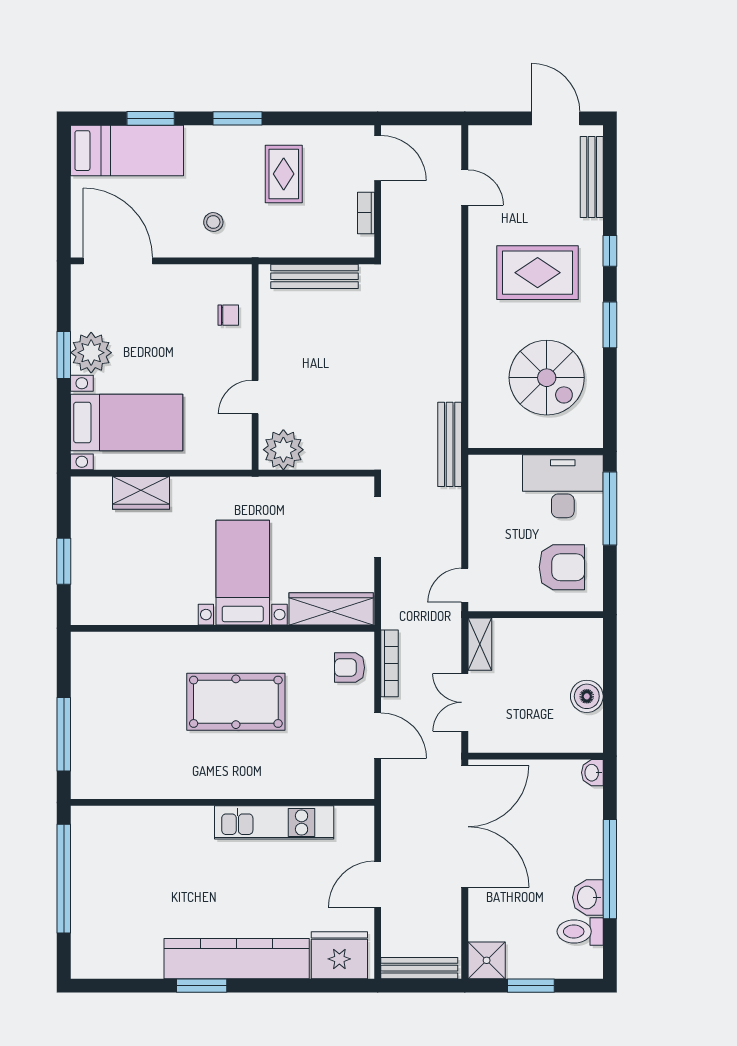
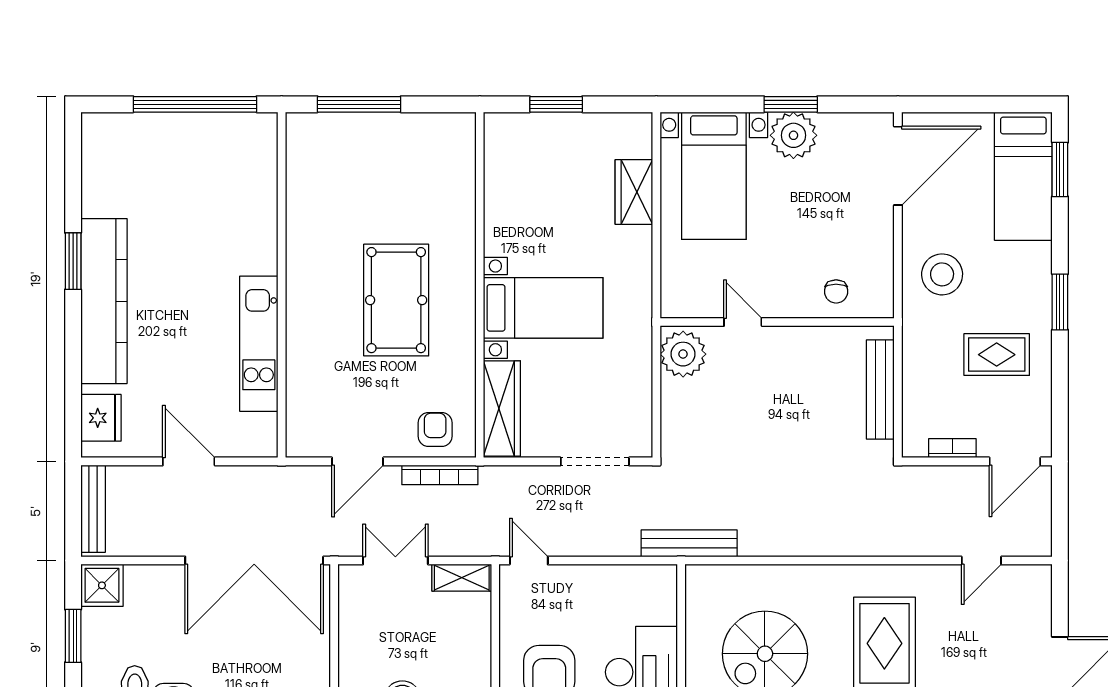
window: (151, 118) -> (1060, 170), moved
stool: (213, 222) -> (942, 274), width x1.89, depth x1.89
fridge: (339, 955) -> (101, 418), width x0.73, depth x0.75

